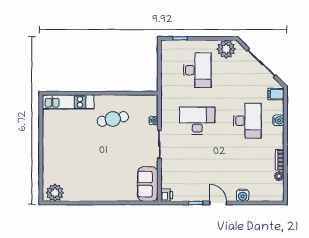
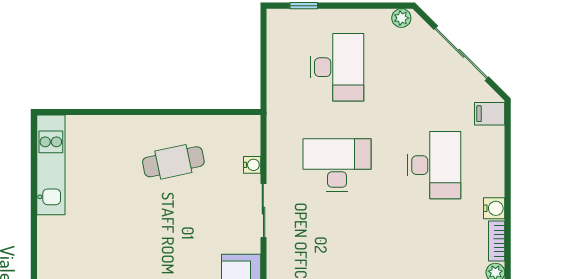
plant: (226, 49) -> (401, 18), width x0.53, depth x0.53
kitchen unit: (68, 102) -> (51, 165), moved, turned -90
water cooler: (278, 120) -> (494, 208), moved

